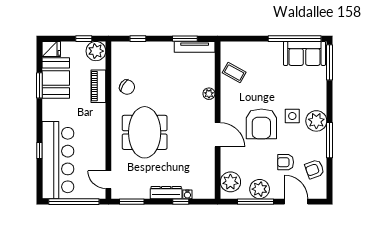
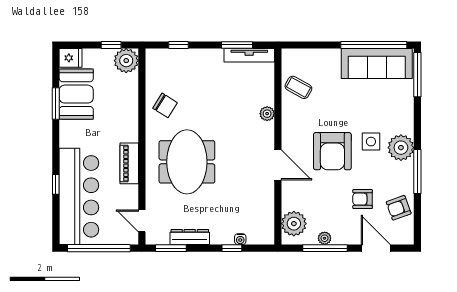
sofa: (304, 53) -> (377, 63), width x1.36
piano: (98, 86) -> (129, 163), moved
plant: (260, 189) -> (325, 238), width x0.53, depth x0.53
dresser: (166, 193) -> (190, 237), moved

